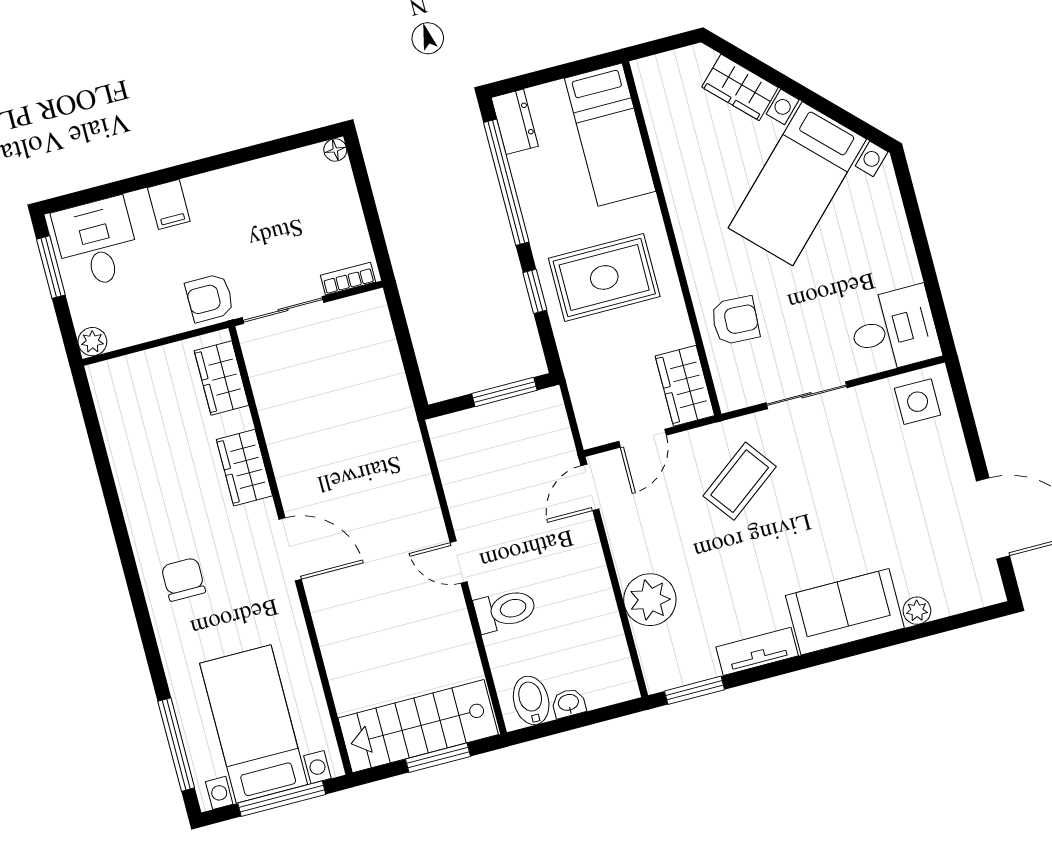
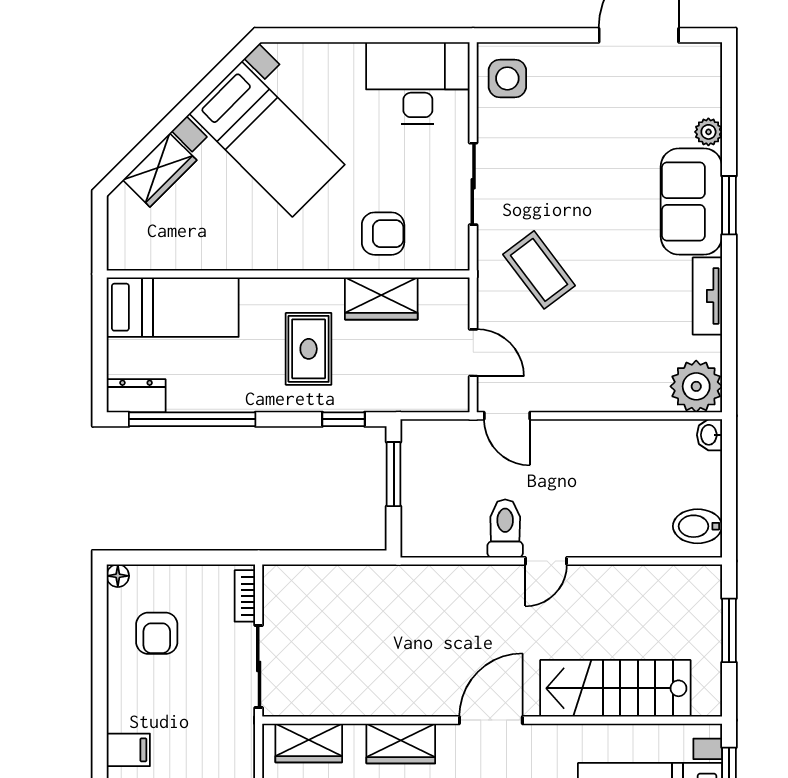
rug: (604, 277) -> (309, 349), width x0.73, depth x0.70
window: (535, 291) -> (343, 419), moved
armchair: (210, 298) -> (157, 633), moved
armchair: (735, 320) -> (383, 234), turned 87
desk: (894, 330) -> (418, 83), width x1.37
wardrobe: (685, 386) -> (381, 299), moved
plant: (650, 600) -> (696, 386), moved
toilet: (505, 610) -> (505, 528), moved
window: (694, 690) -> (729, 205), moved
washbasin: (569, 703) -> (710, 435), moved
stairs: (418, 726) -> (615, 688), moved, turned 90

